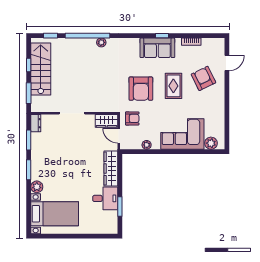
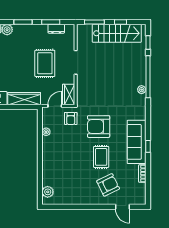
sofa: (157, 48) -> (137, 142), width x1.36
rug: (173, 86) -> (101, 157), turned 90
dresser: (36, 123) -> (56, 29), moved
corner sofa: (182, 134) -> (56, 165), removed
rug: (73, 146) -> (45, 63), added

